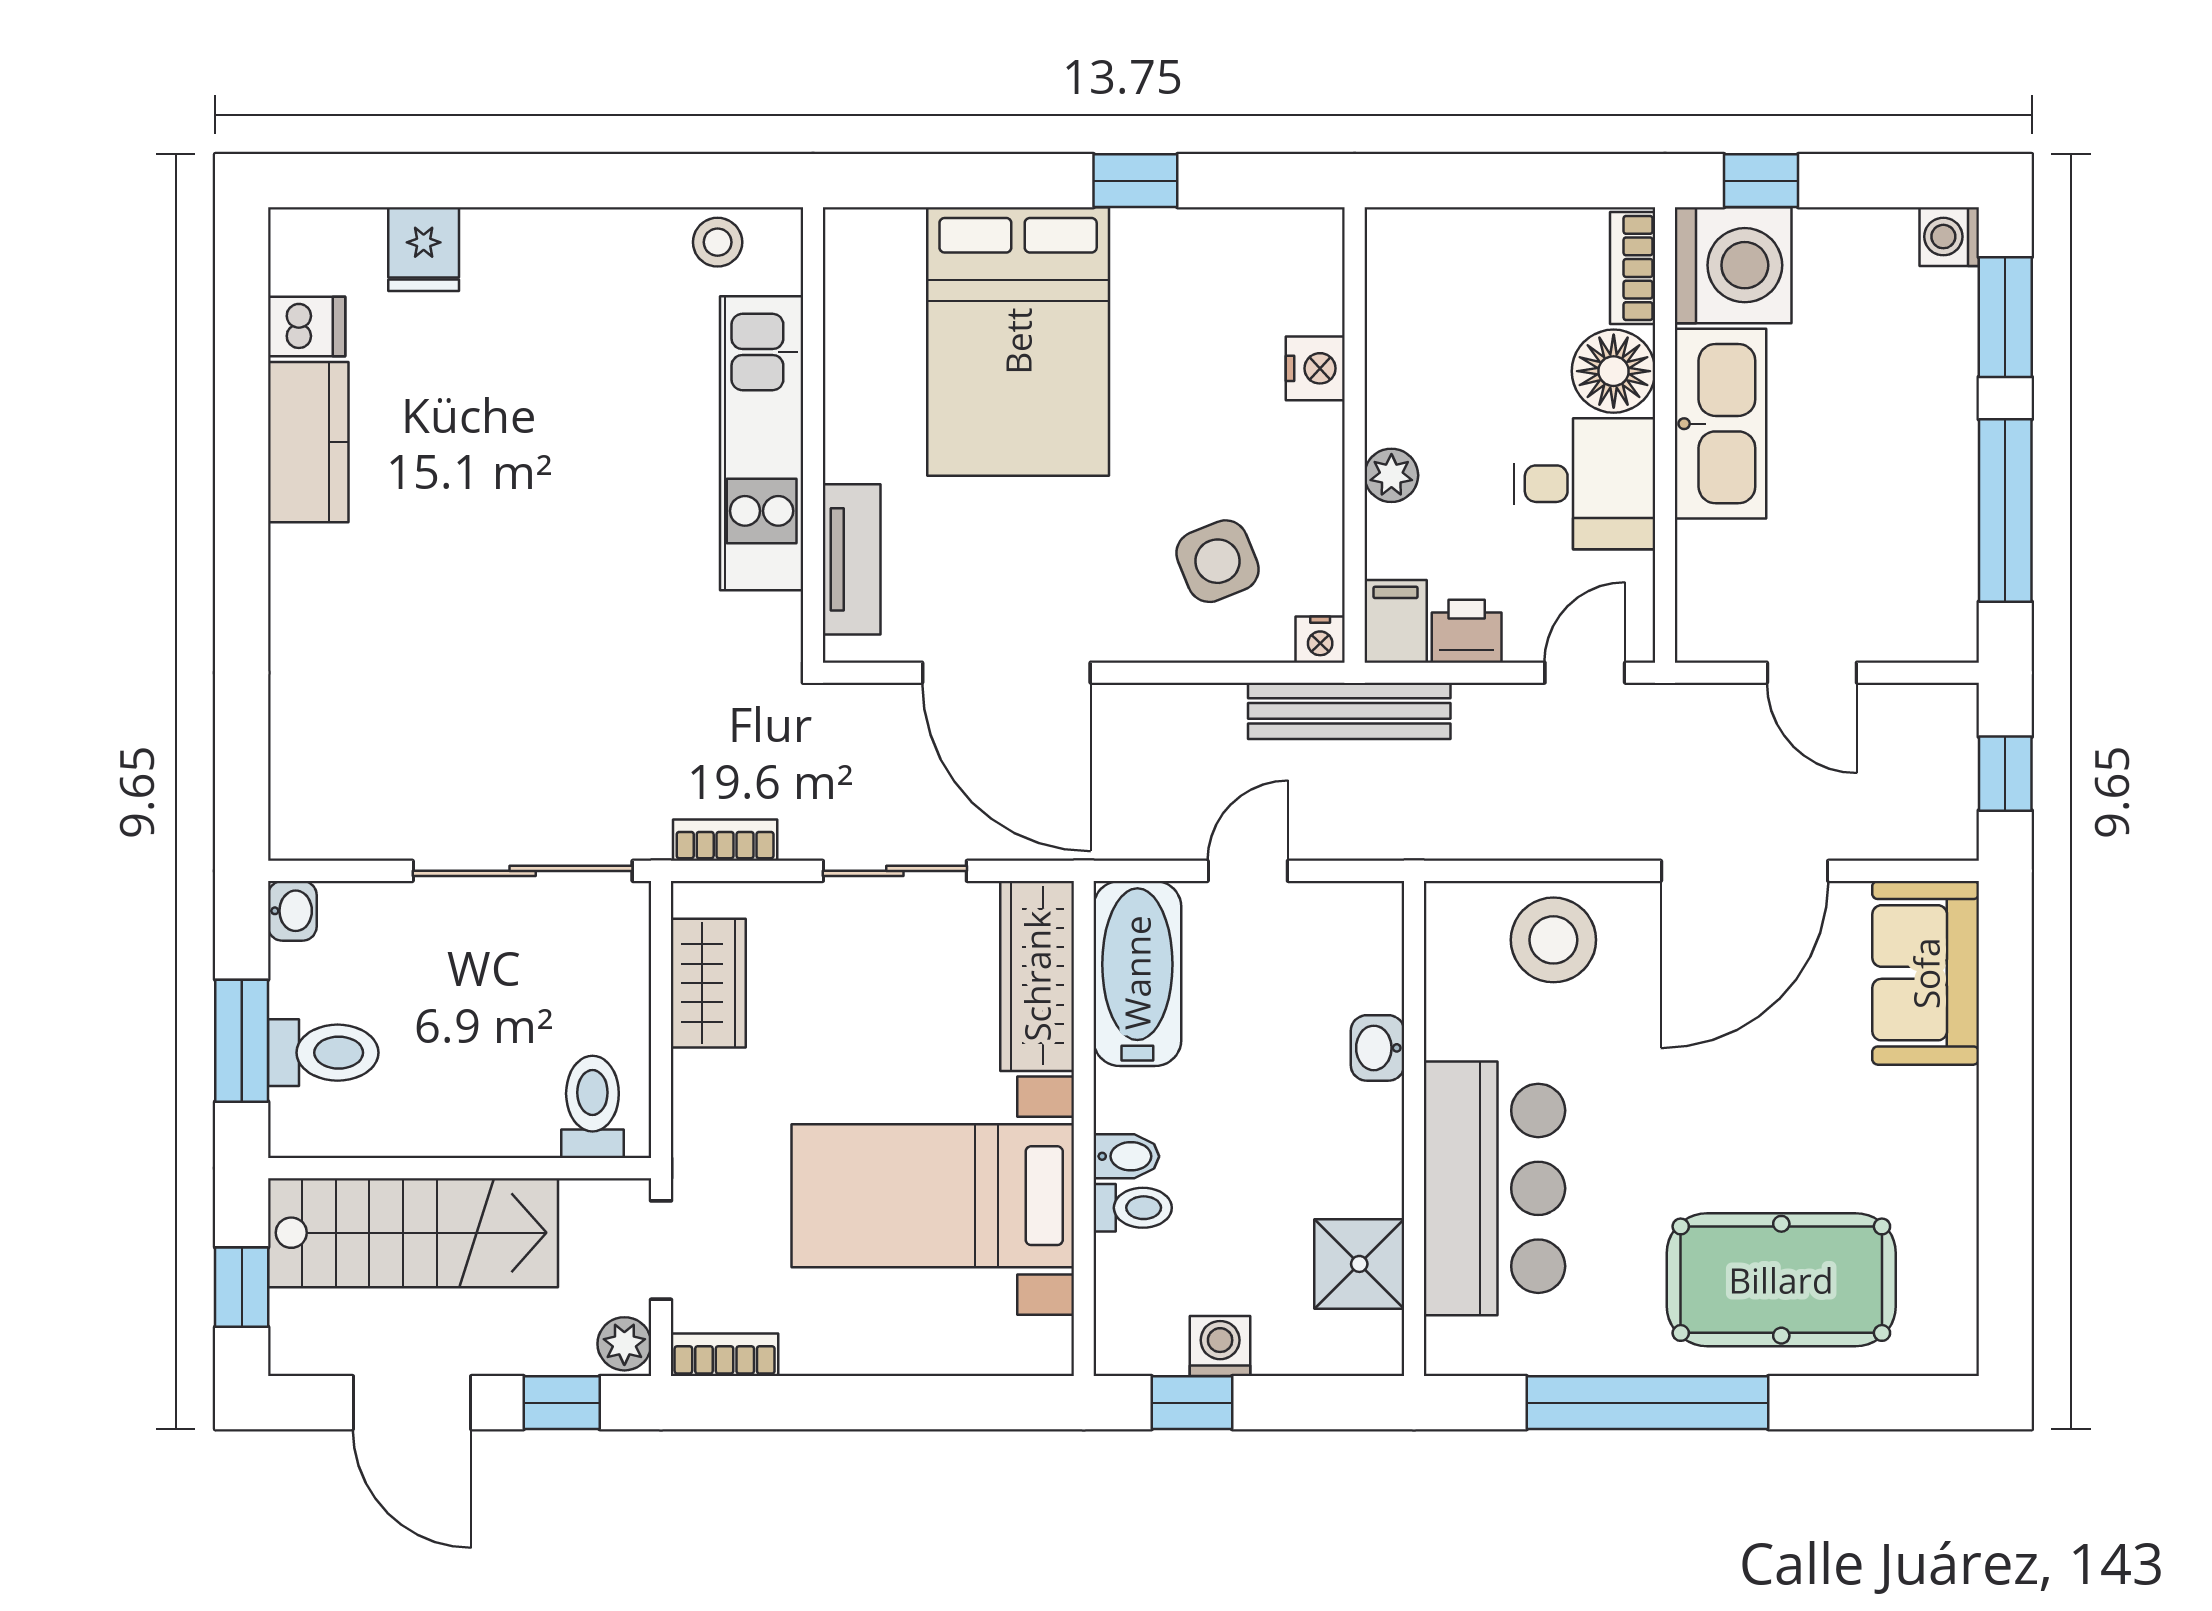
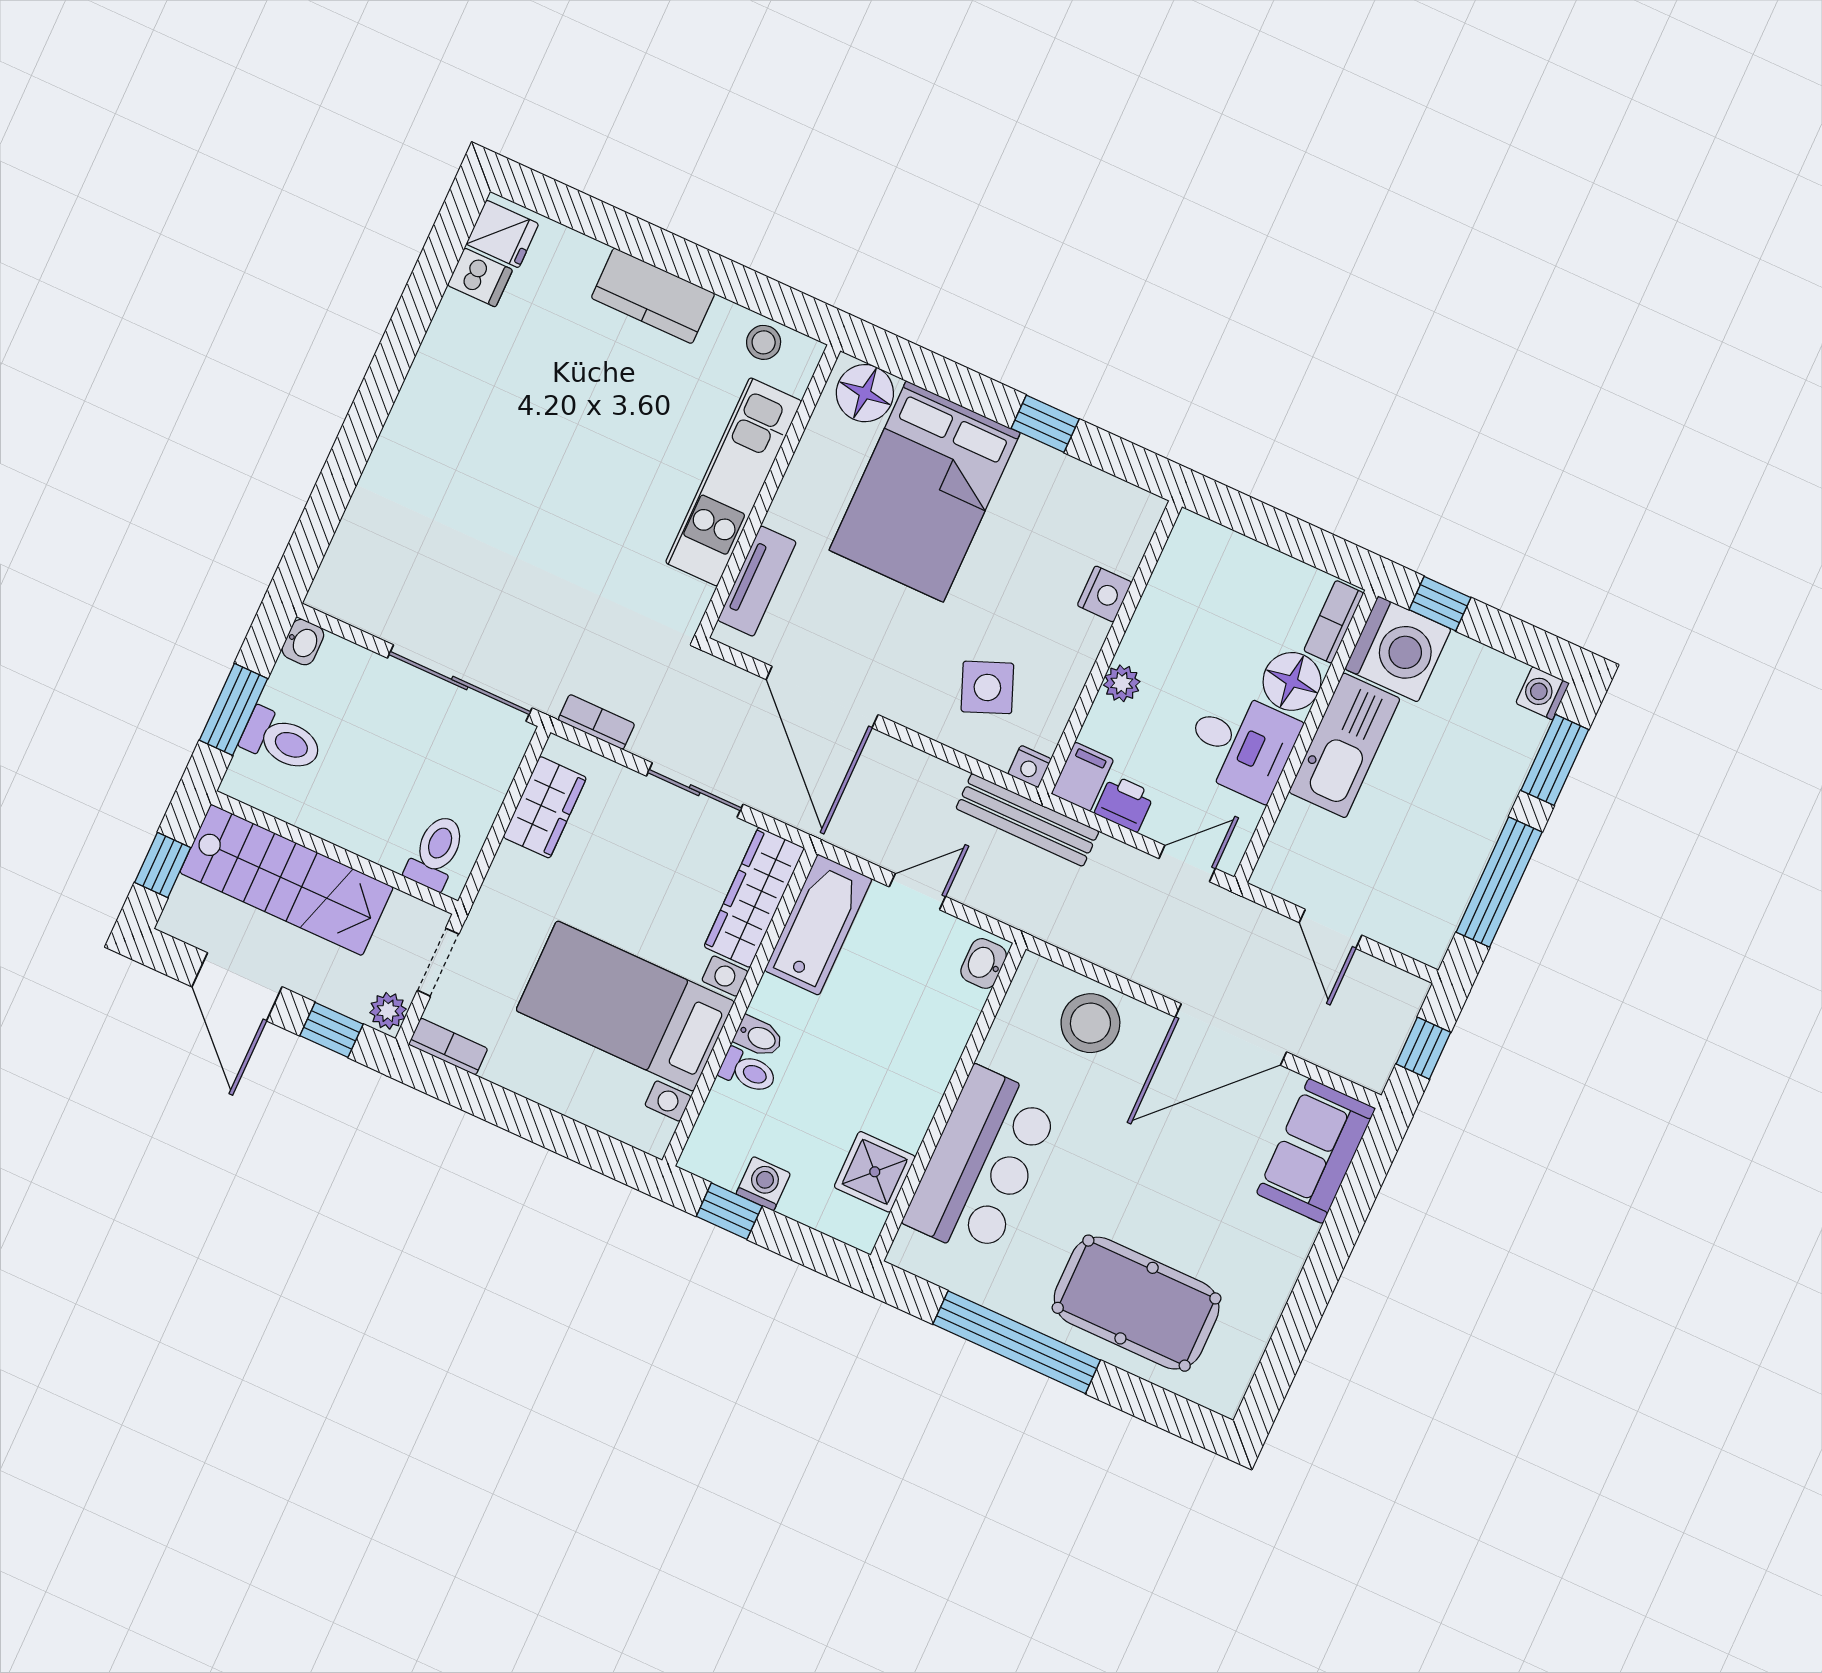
floor lamp: (881, 248) -> (865, 393), added
fridge: (424, 249) -> (502, 234), moved, turned -90
kitchen counter: (308, 442) -> (653, 296), moved, turned 90
washbasin: (1378, 1048) -> (984, 963), moved

